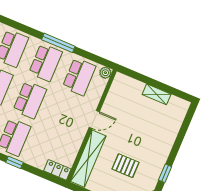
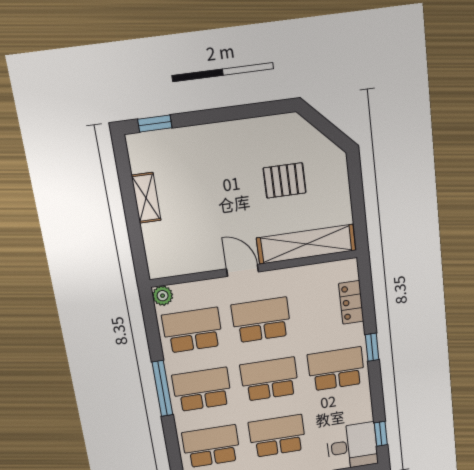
school desk: (63, 114) -> (261, 320), added
pallet: (126, 166) -> (285, 180), turned 90
locker: (57, 170) -> (351, 302), moved
window: (165, 173) -> (155, 124), moved

